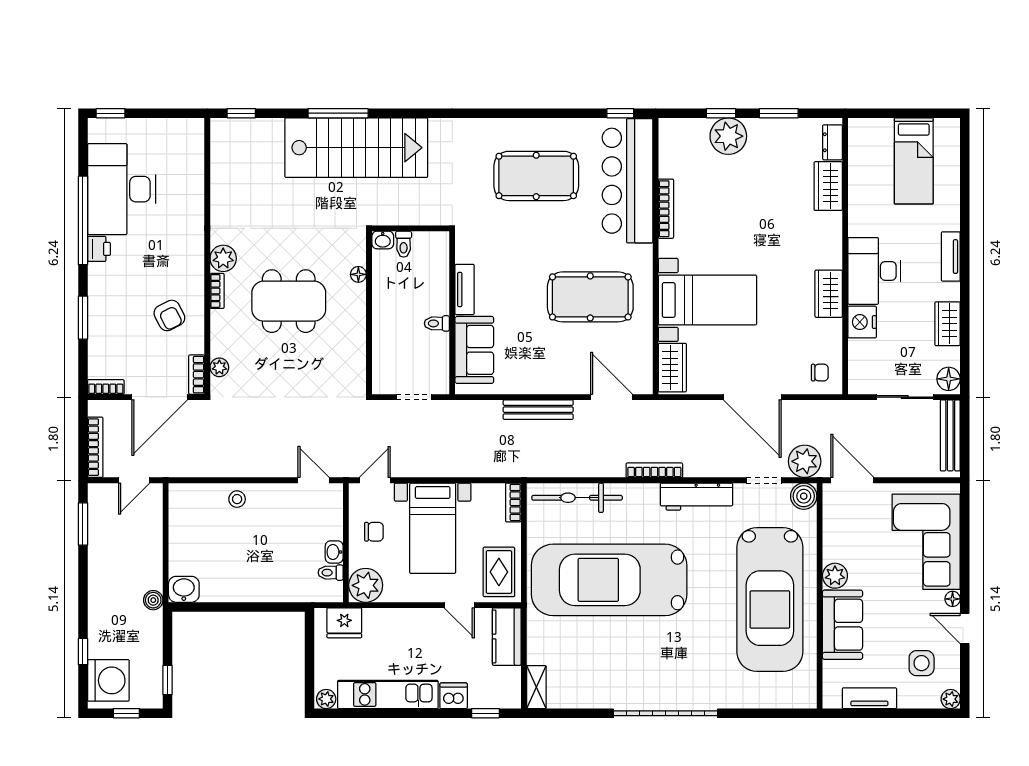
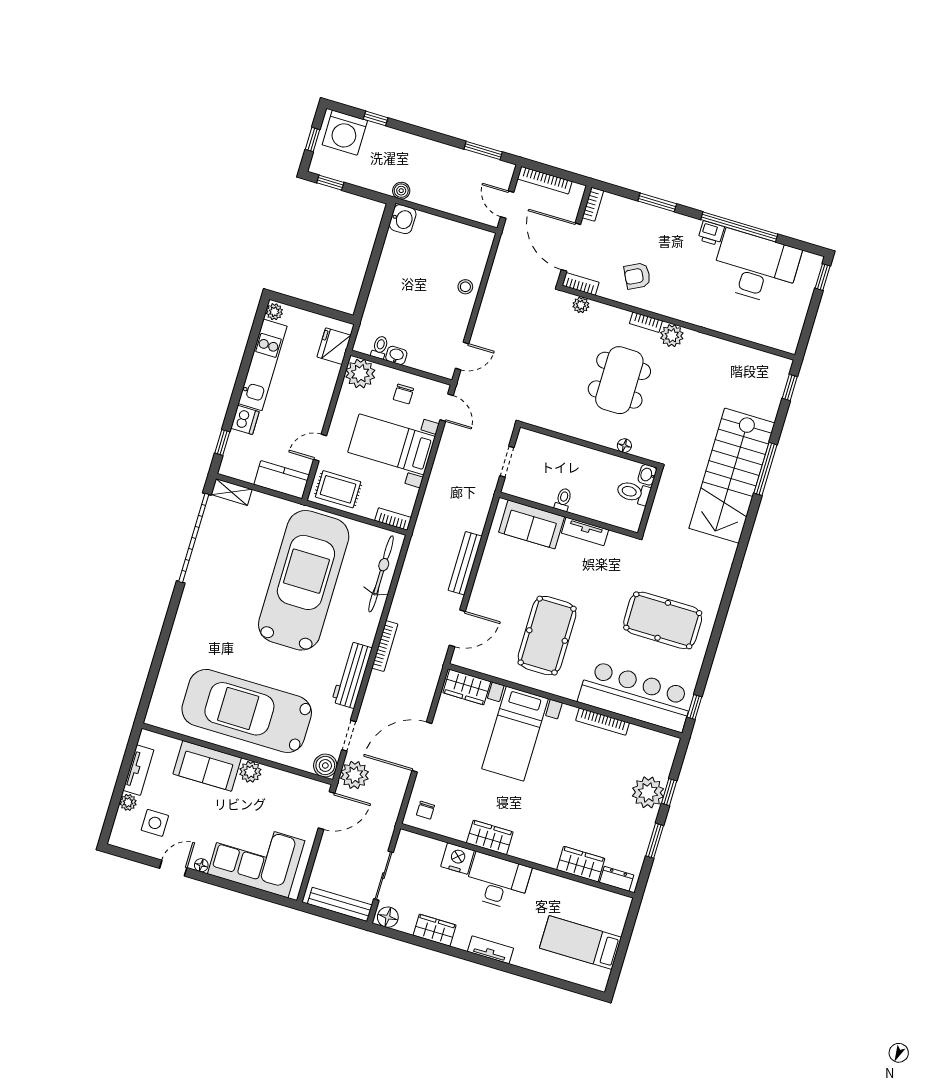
pool table: (536, 176) -> (663, 620), turned 90
toilet: (404, 244) -> (633, 493), width x1.37, depth x1.39
plant: (951, 699) -> (128, 802), moved
garage door: (666, 713) -> (194, 538), moved

